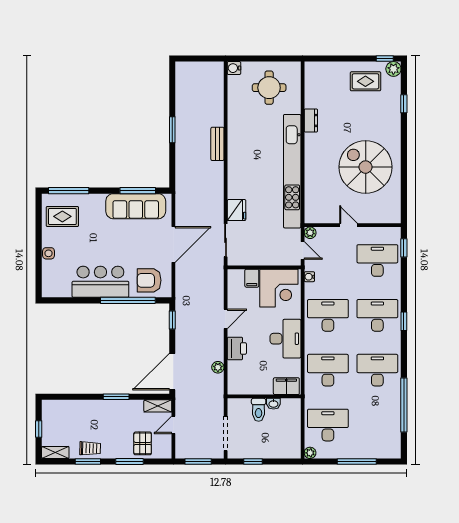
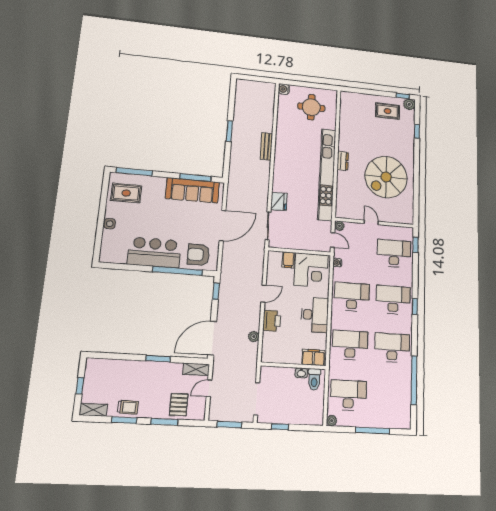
dresser: (311, 120) -> (343, 161), moved
spiral stairs: (366, 167) -> (386, 177), turned -90
toilet: (259, 410) -> (314, 379), moved

